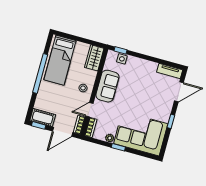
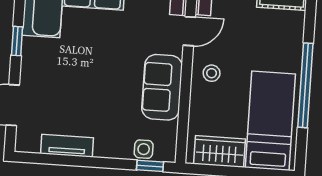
wardrobe: (94, 58) -> (220, 151), moved, turned -90
tv unit: (170, 71) -> (67, 146), moved

